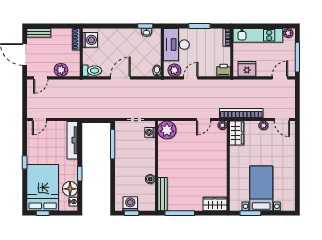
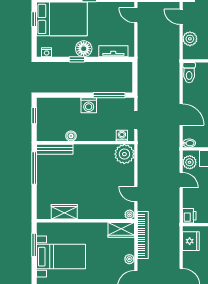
door: (120, 78) -> (181, 115), moved
tv unit: (72, 140) -> (113, 51), width x0.71
floor lamp: (70, 189) -> (84, 49), moved
washing machine: (130, 204) -> (89, 105), moved, turned 90
wardrobe: (215, 204) -> (64, 212), moved, turned -90

